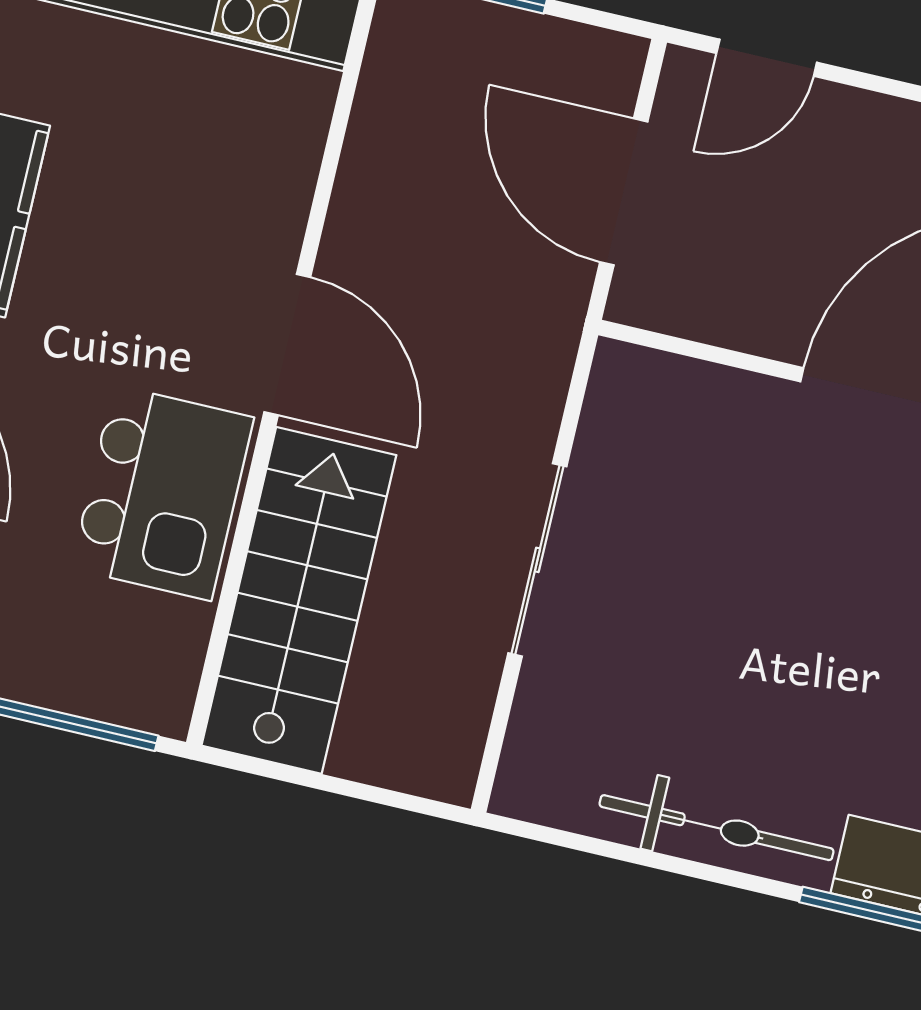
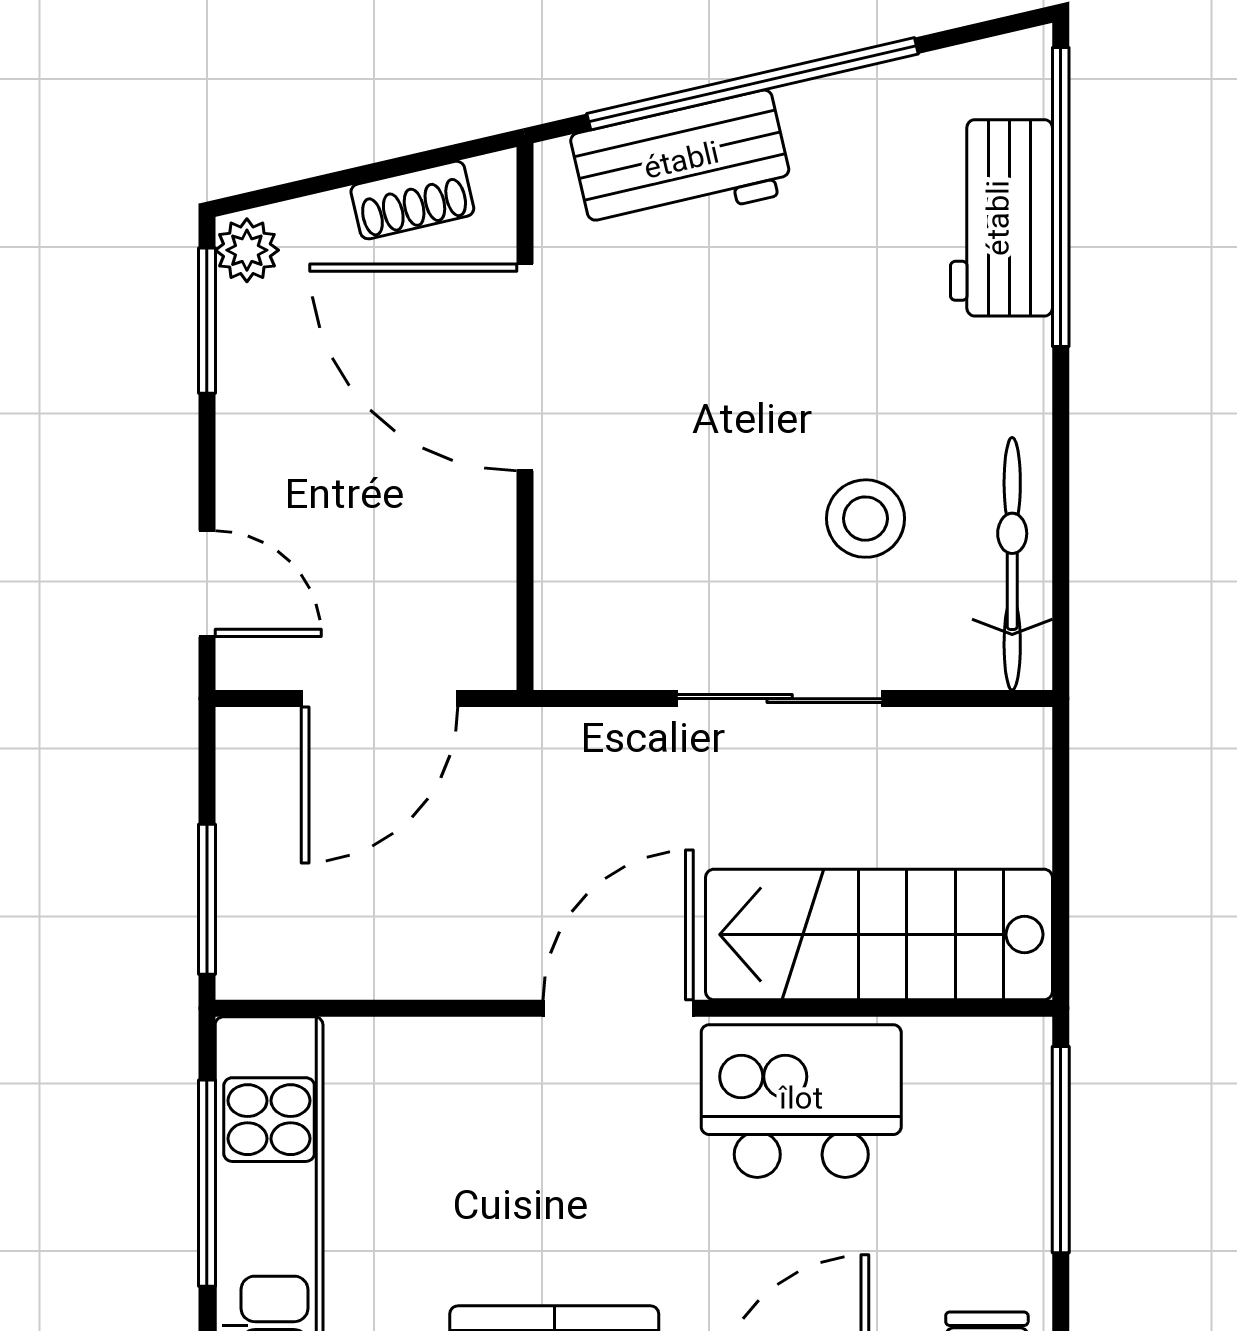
stool: (684, 678) -> (865, 519), added
bicycle: (717, 828) -> (1012, 564), moved

